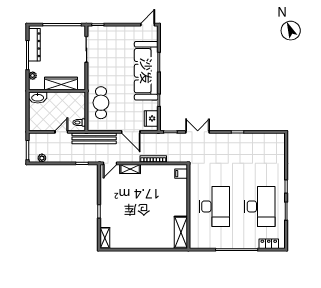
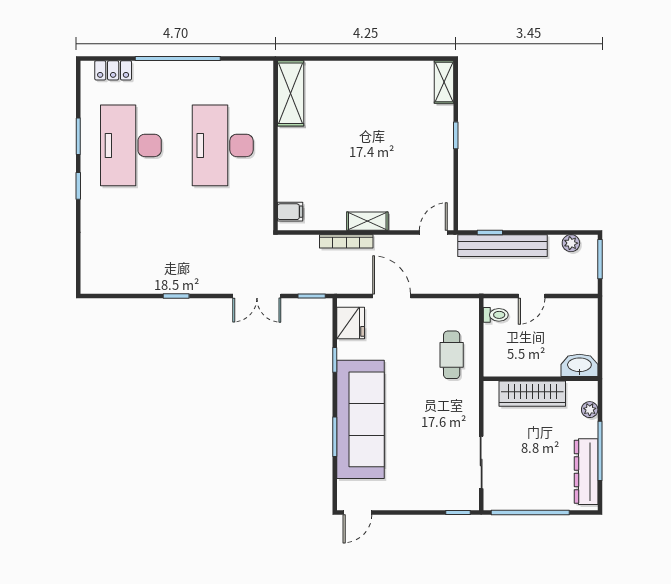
cafe table: (101, 103) -> (452, 355), width x0.73, depth x0.74
bench: (94, 138) -> (503, 246), moved
shelving: (130, 169) -> (367, 221), moved

